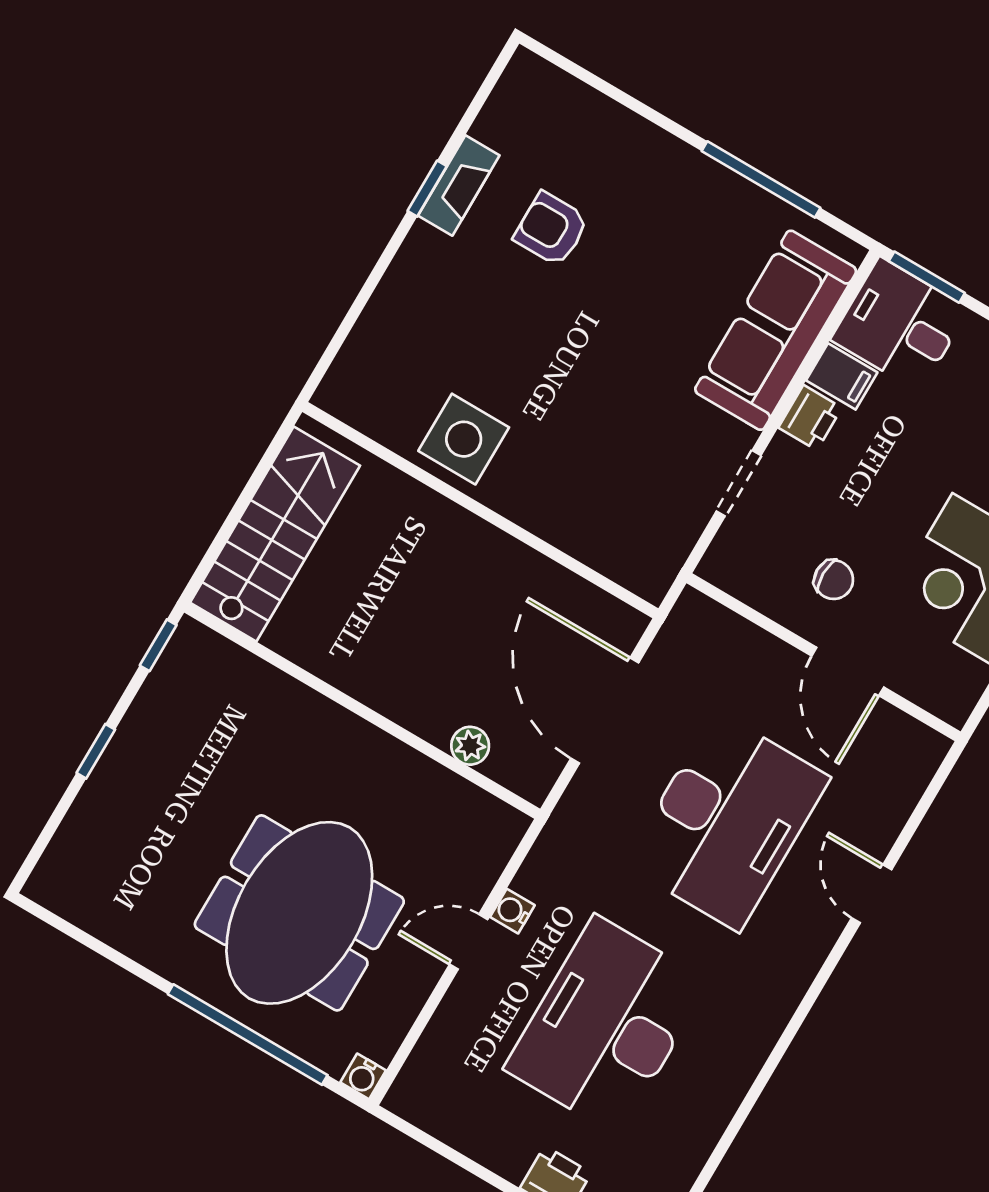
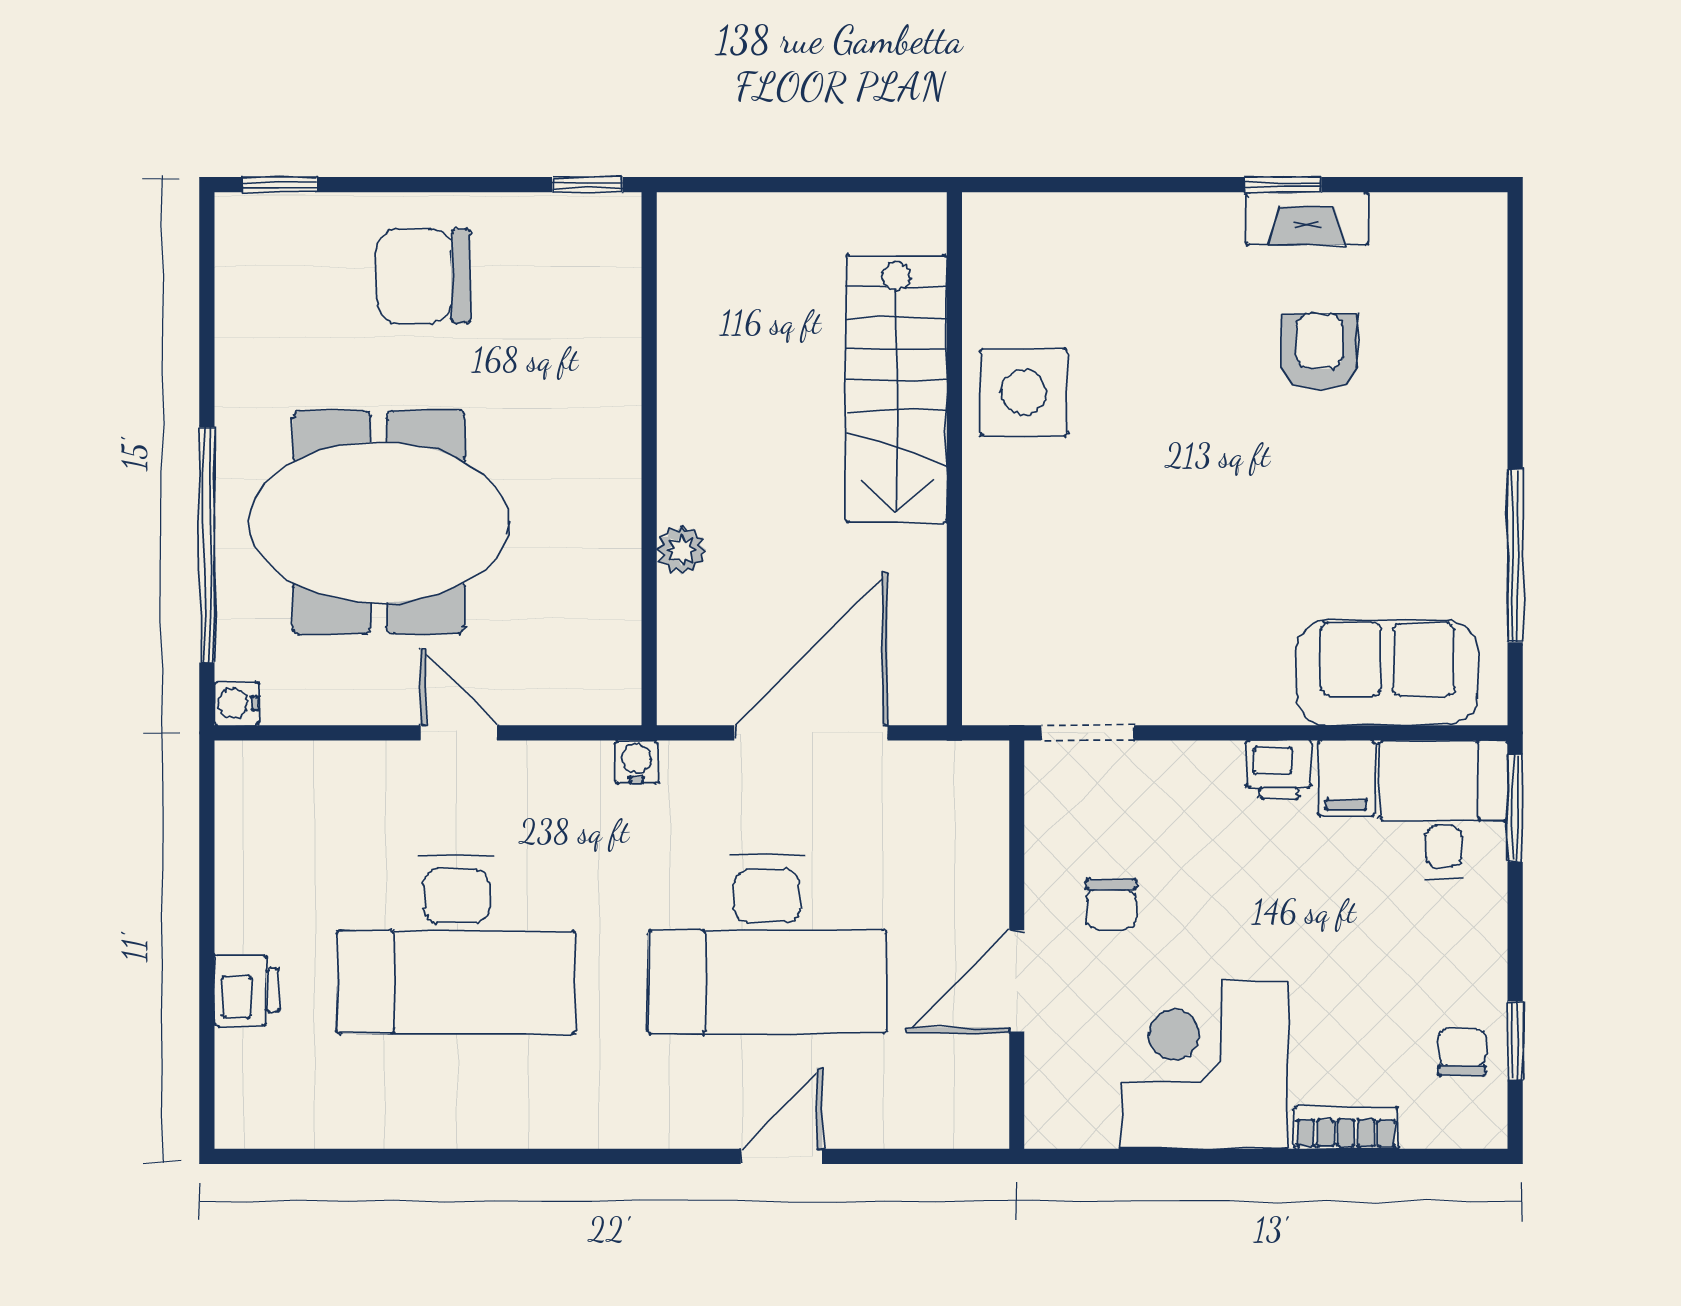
sofa: (776, 330) -> (1387, 673), width x0.73
doorway: (739, 483) -> (1088, 733), moved
stairs: (275, 534) -> (896, 389), moved, turned 90
plant: (470, 746) -> (681, 550), moved
window: (96, 751) -> (279, 185), moved
chair: (155, 789) -> (423, 276), added
water cooler: (512, 911) -> (637, 762), moved
desk: (607, 1025) -> (456, 945), turned 180

